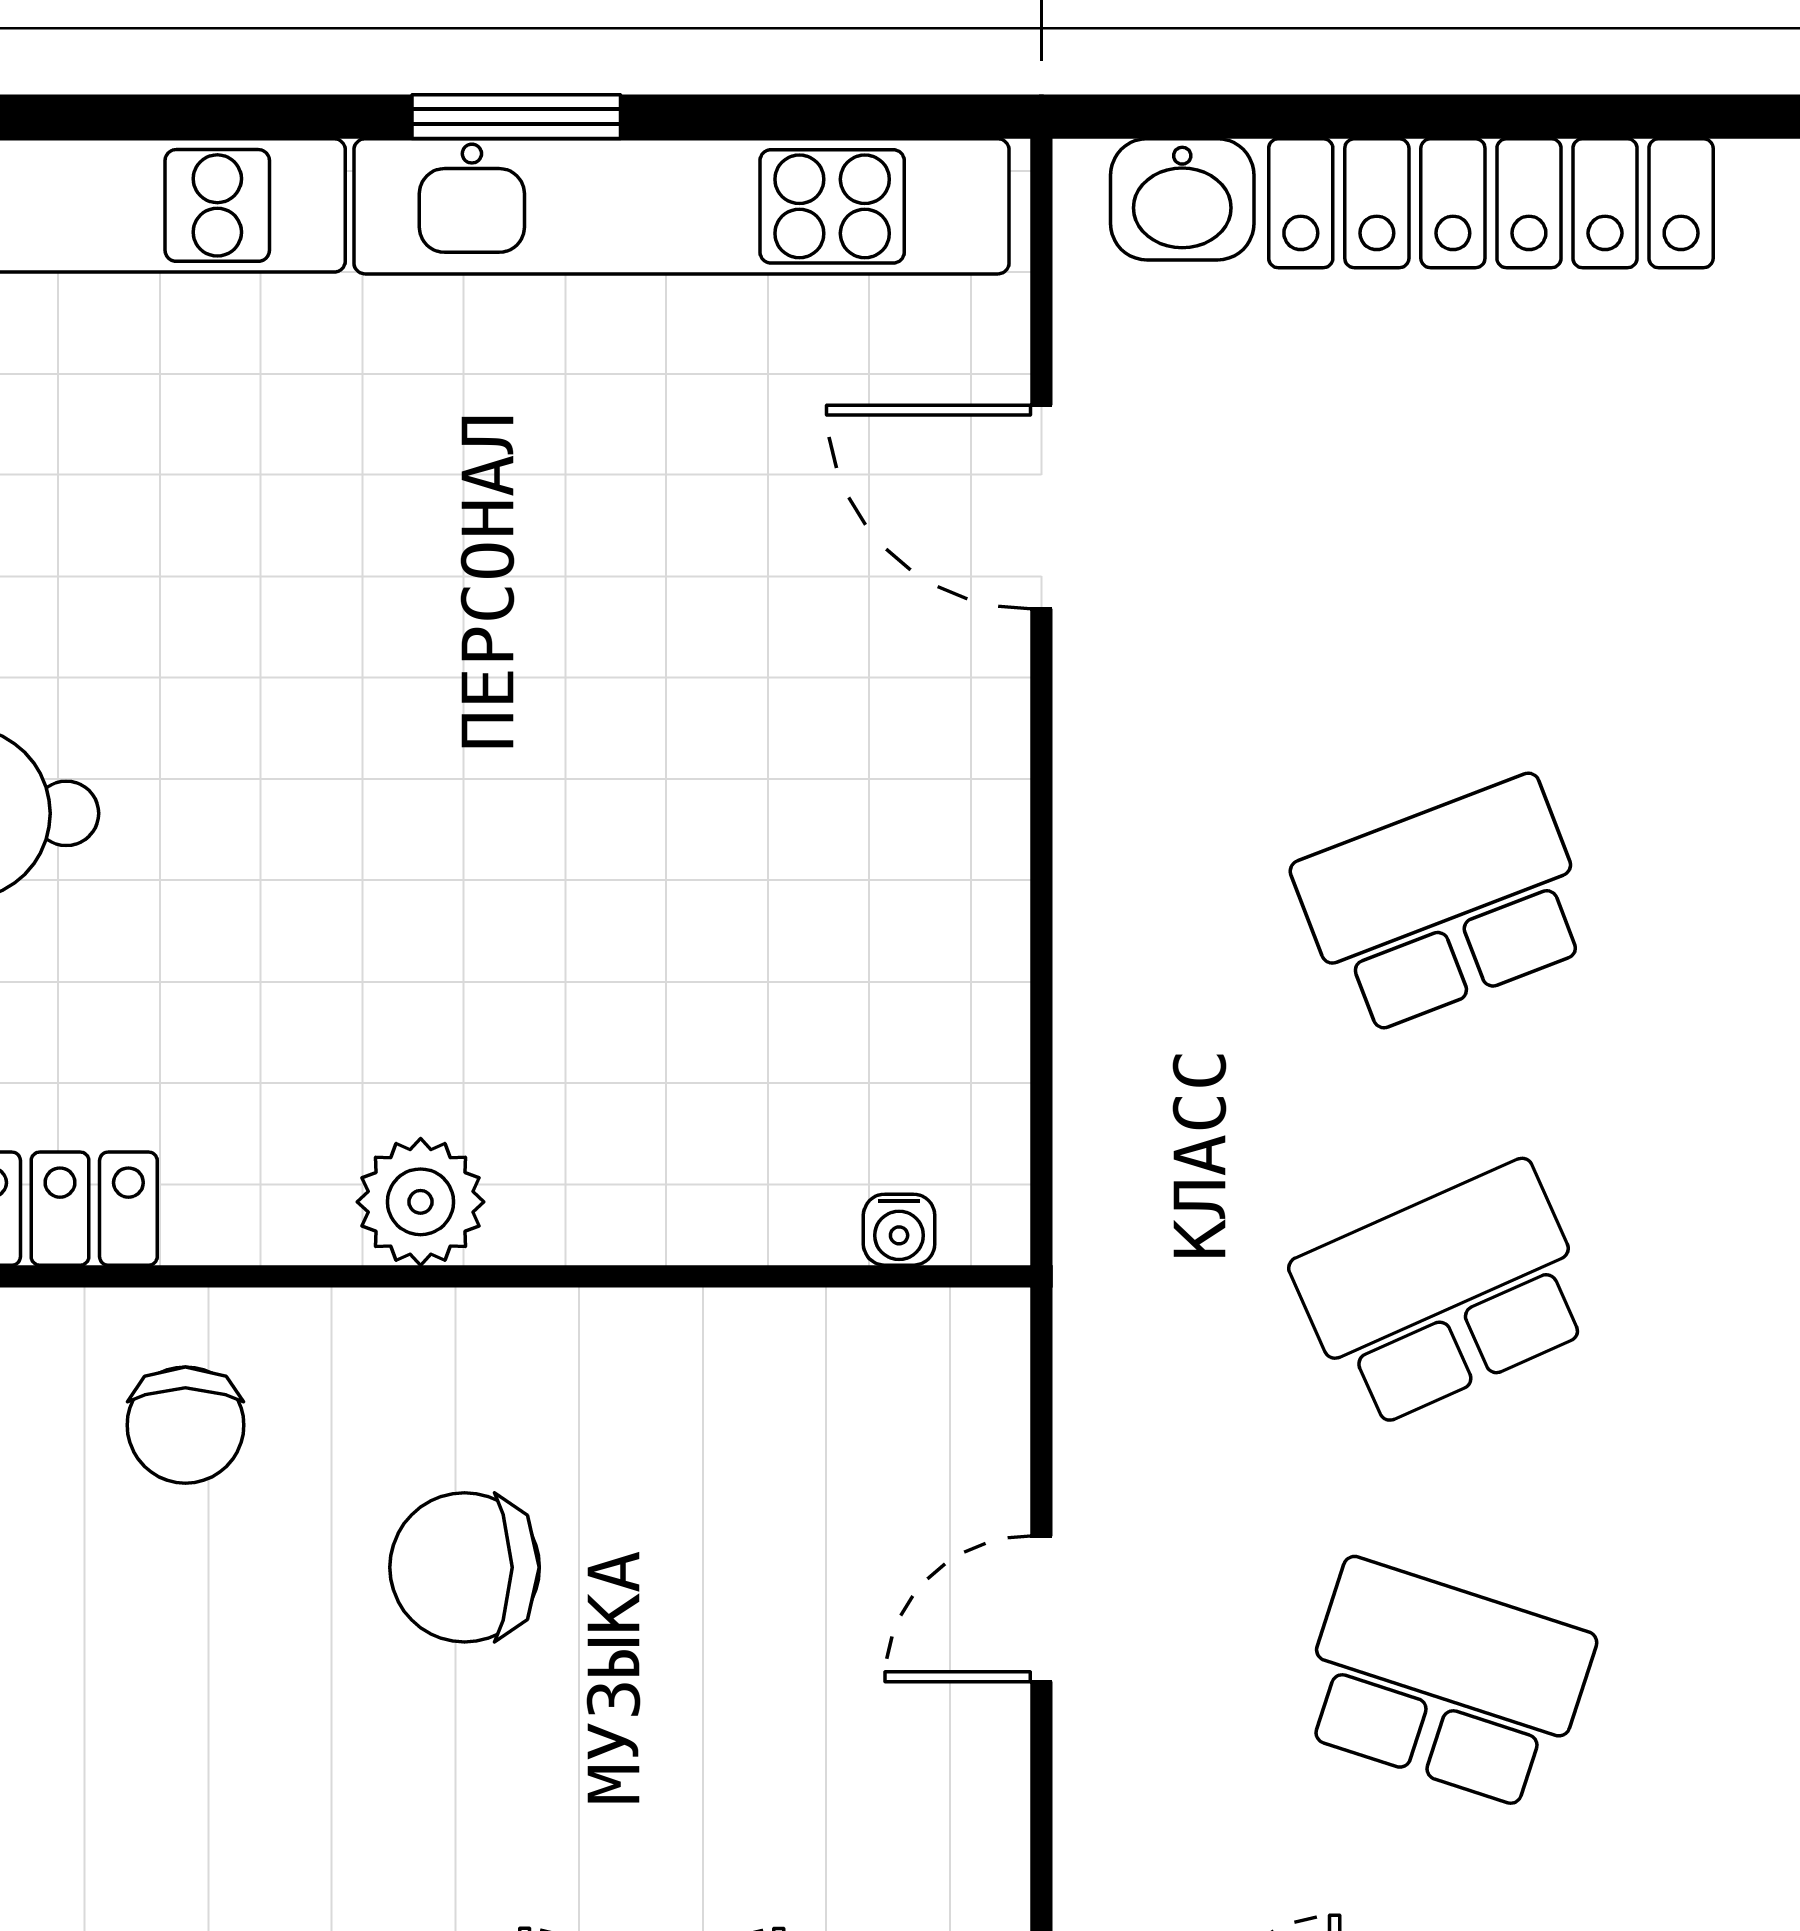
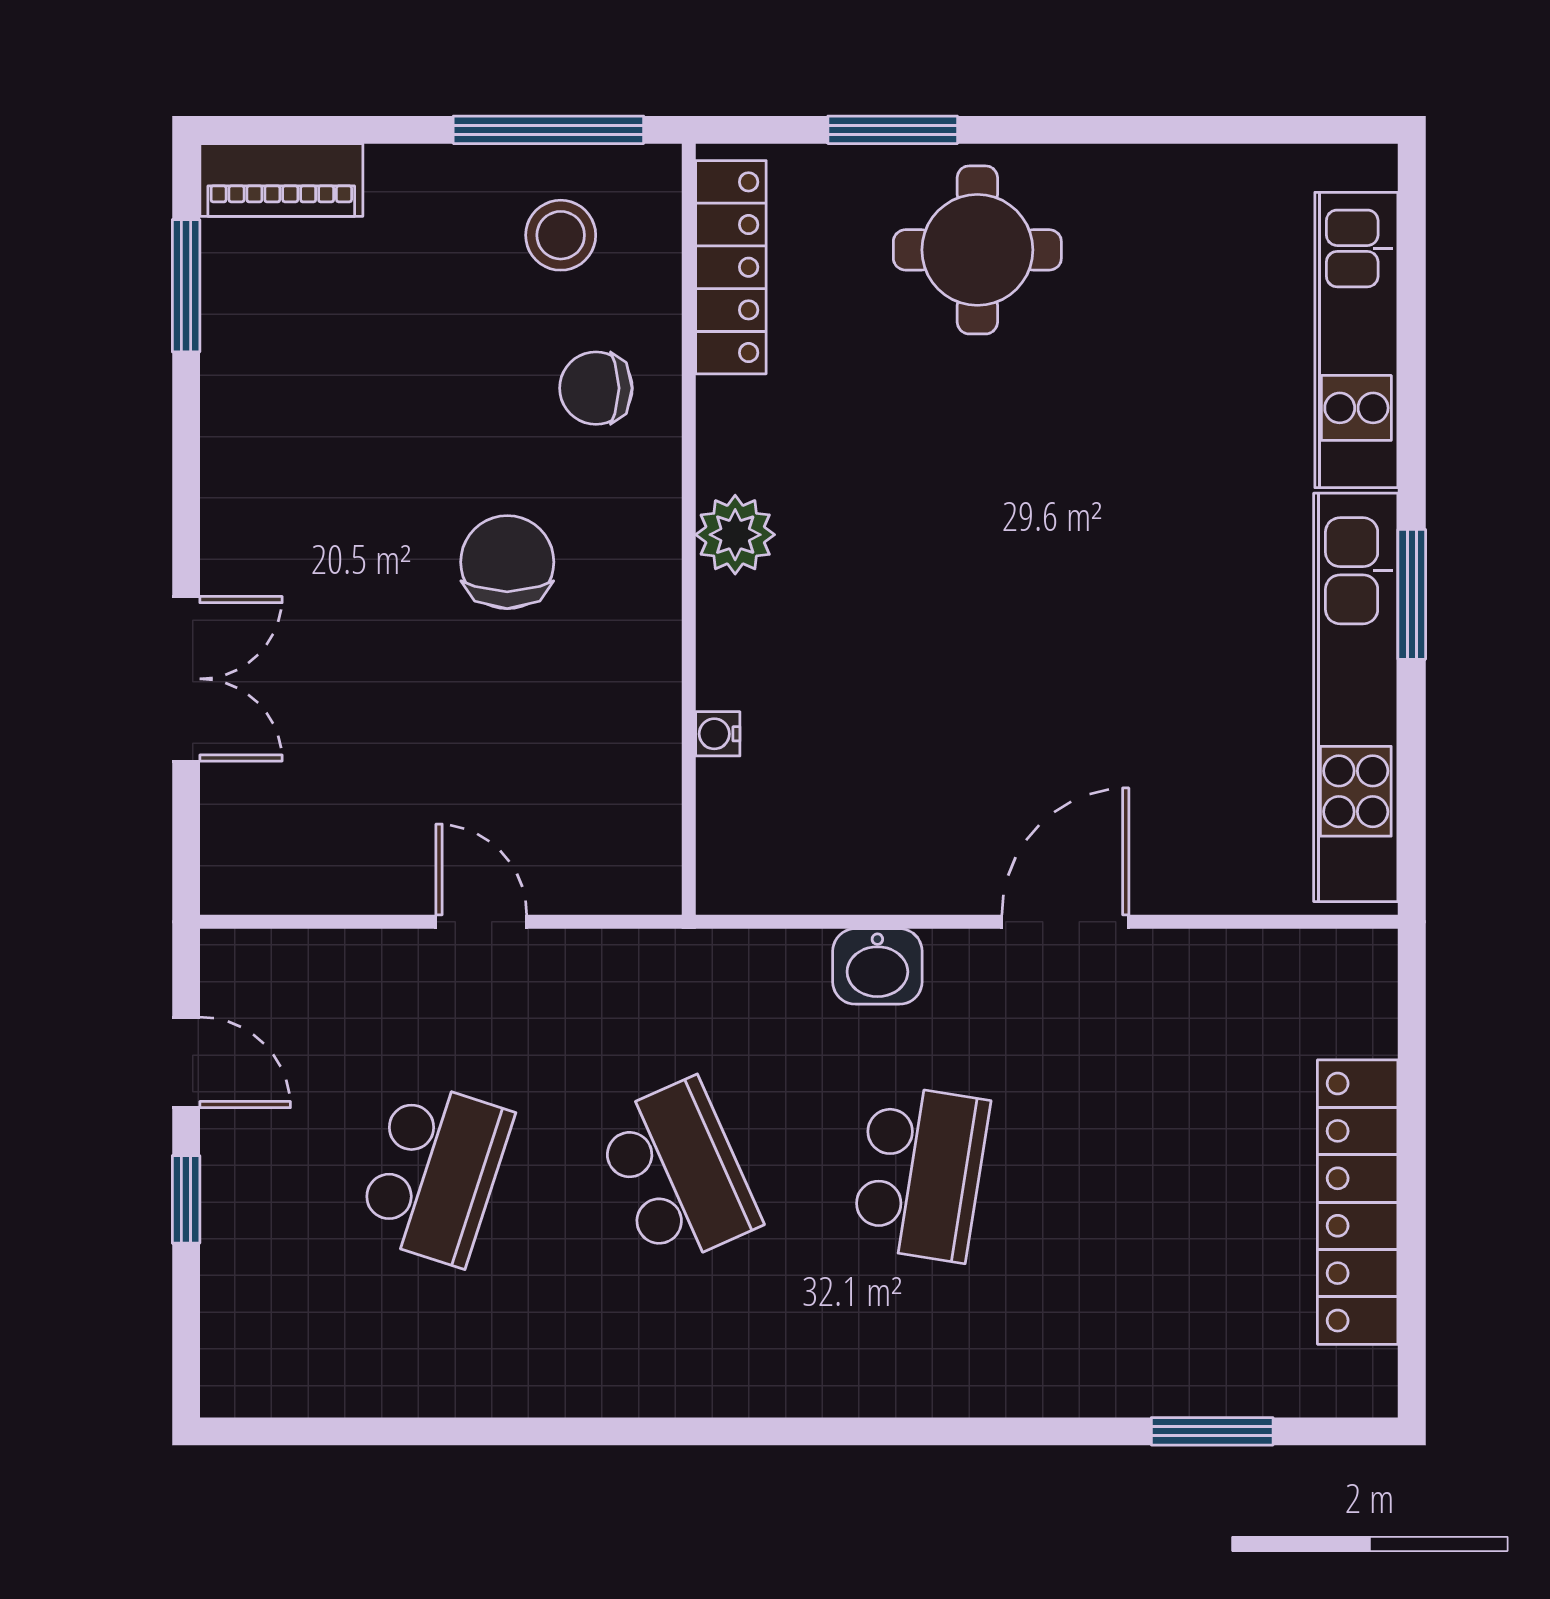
washbasin: (1182, 199) -> (877, 966), moved, turned -90
door: (1041, 507) -> (1065, 922), moved
school desk: (1444, 905) -> (920, 1173), turned 30
water cooler: (899, 1230) -> (718, 734), moved

